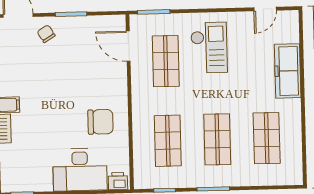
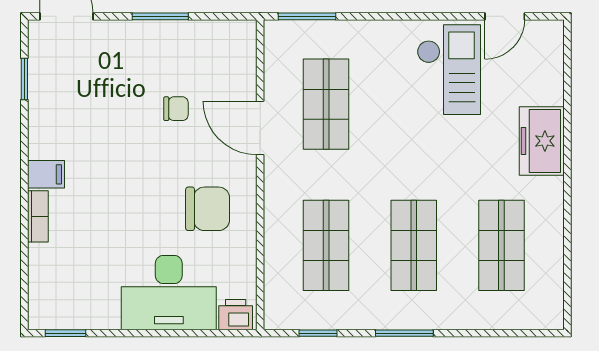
chair: (46, 34) -> (176, 109), moved, turned 122
door: (128, 46) -> (260, 128), moved
checkout: (209, 48) -> (449, 70), moved
freezer: (288, 71) -> (542, 141), width x0.71

